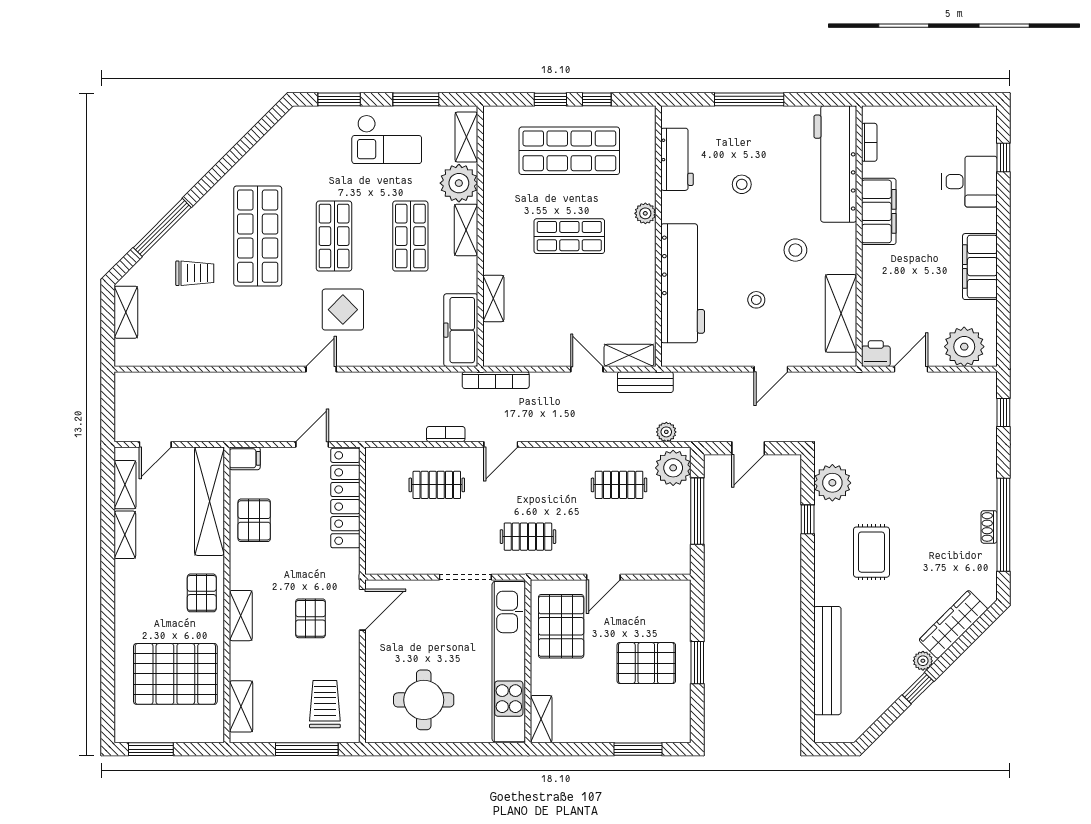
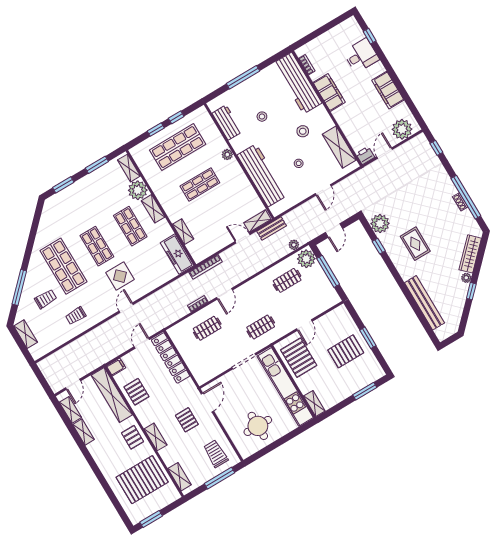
checkout: (387, 139) -> (95, 190), removed
trolley: (229, 332) -> (76, 316), added

